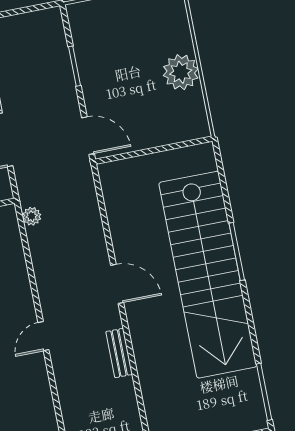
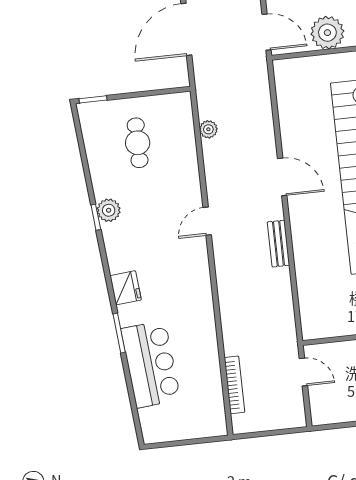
plant: (151, 131) -> (327, 33), added
plant: (32, 216) -> (208, 129), moved

